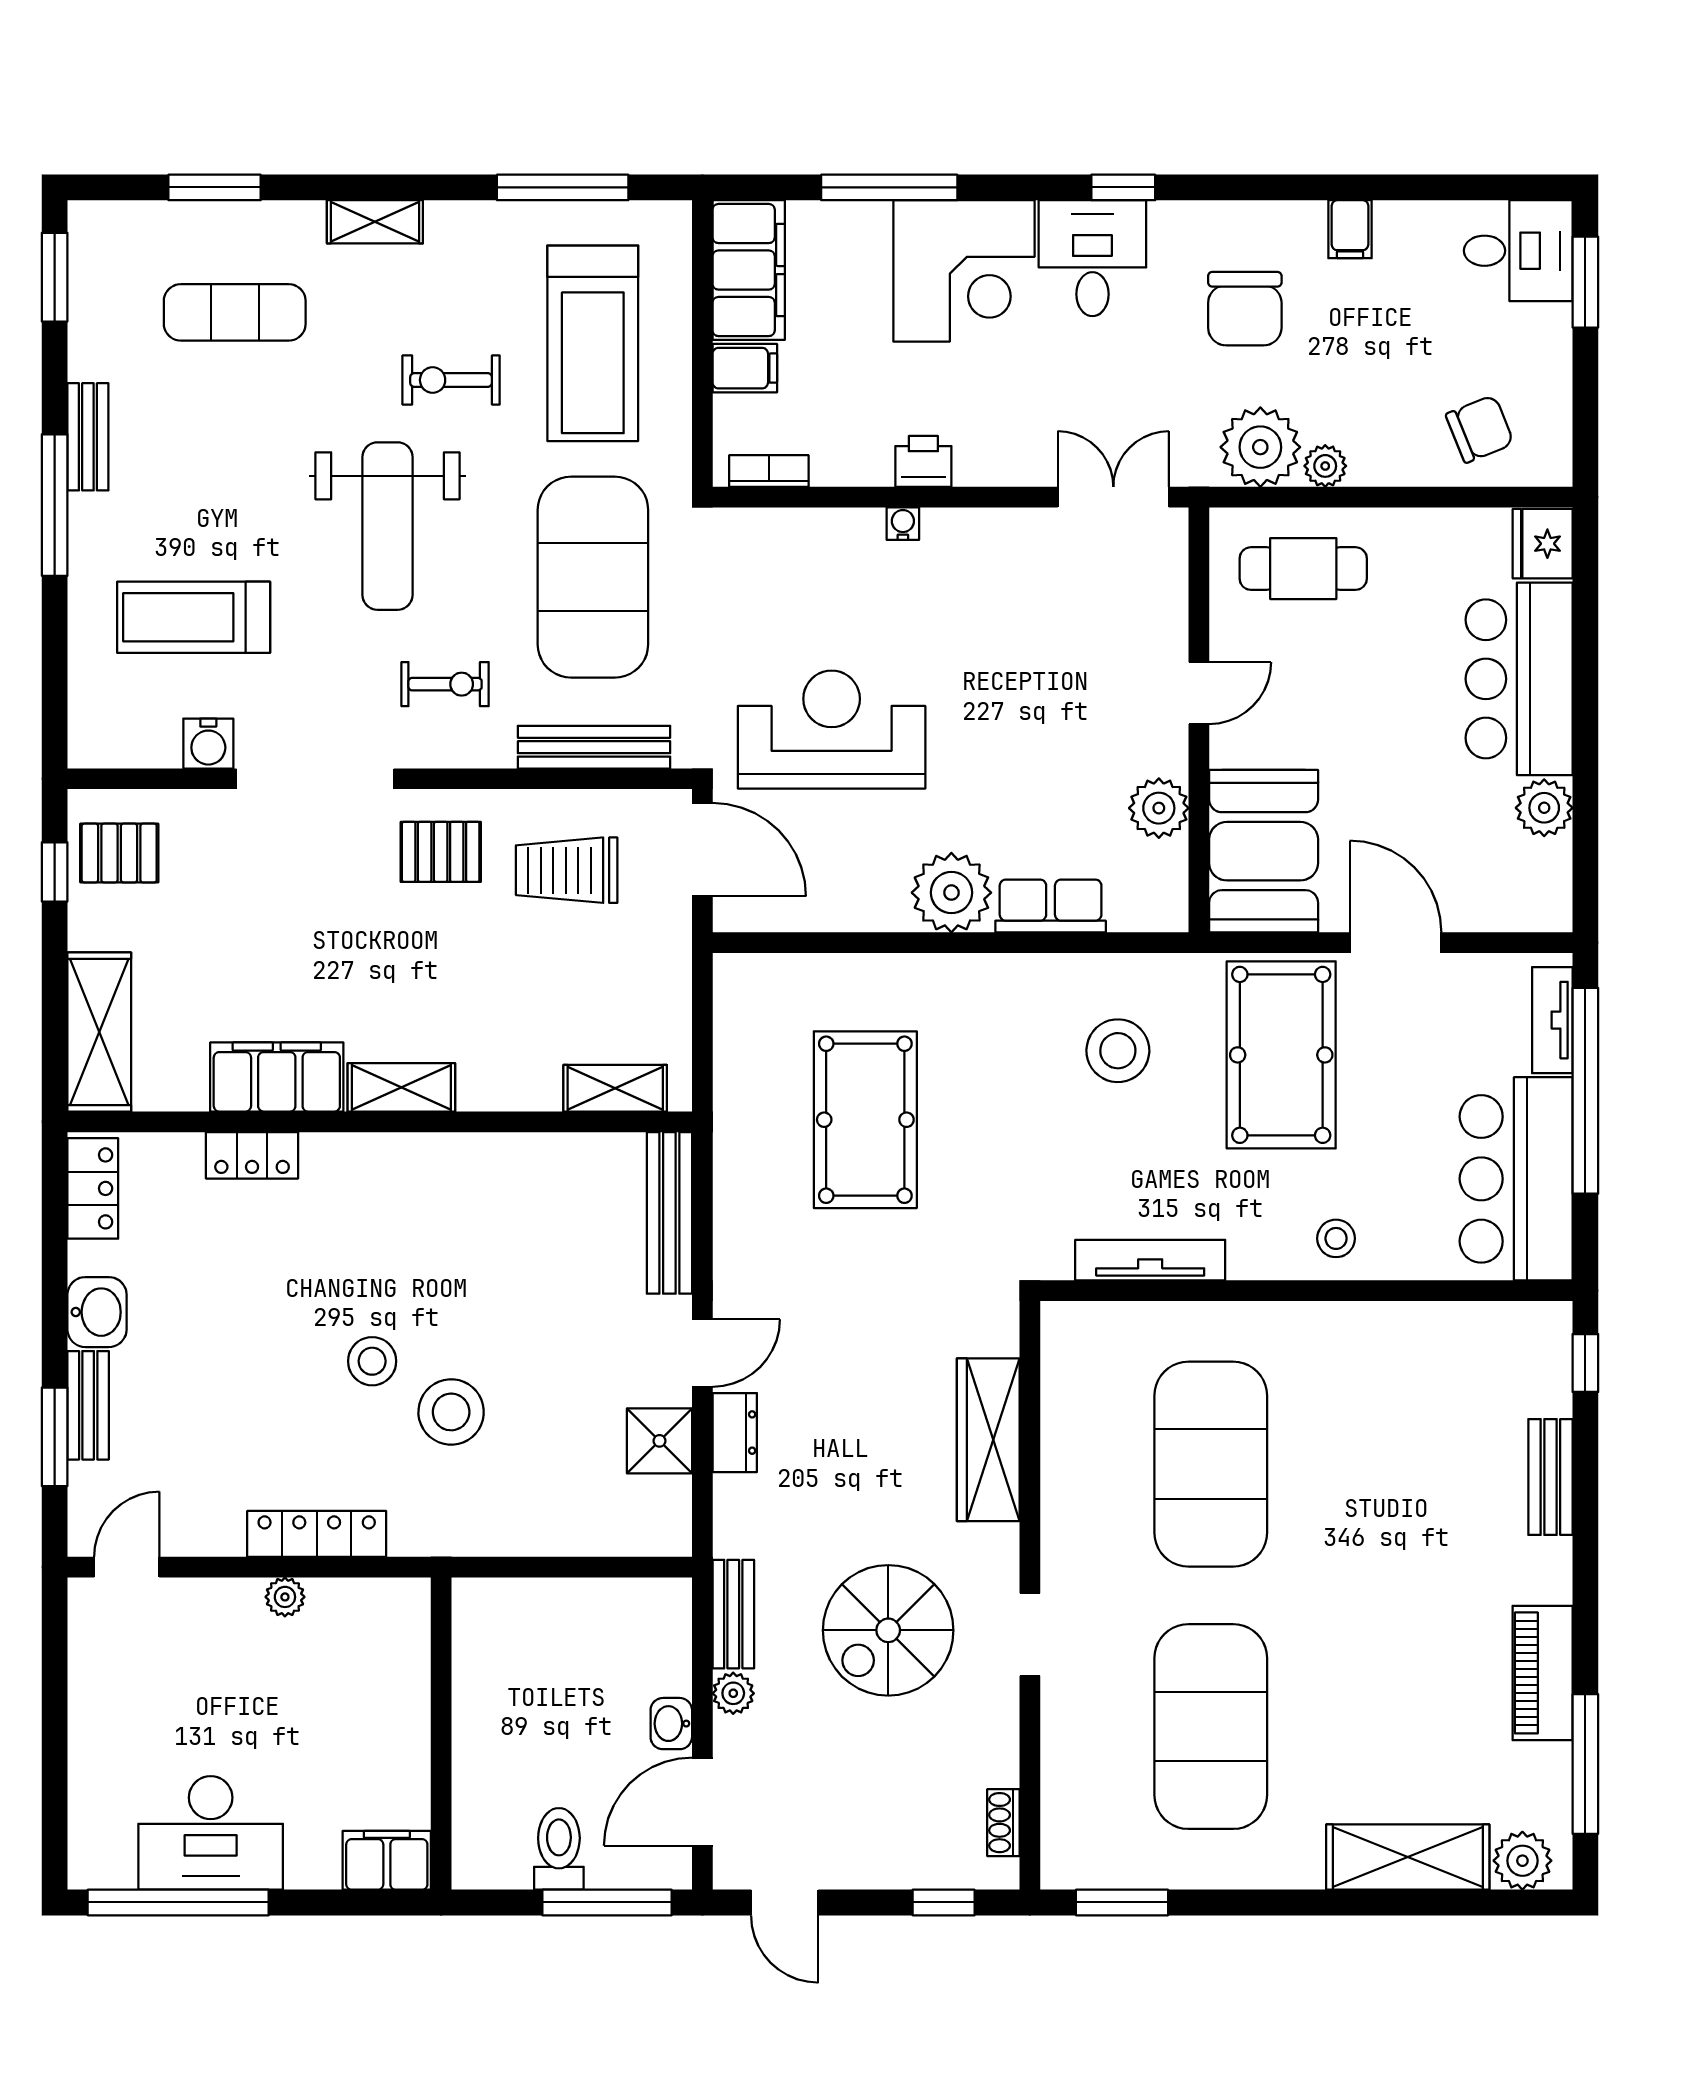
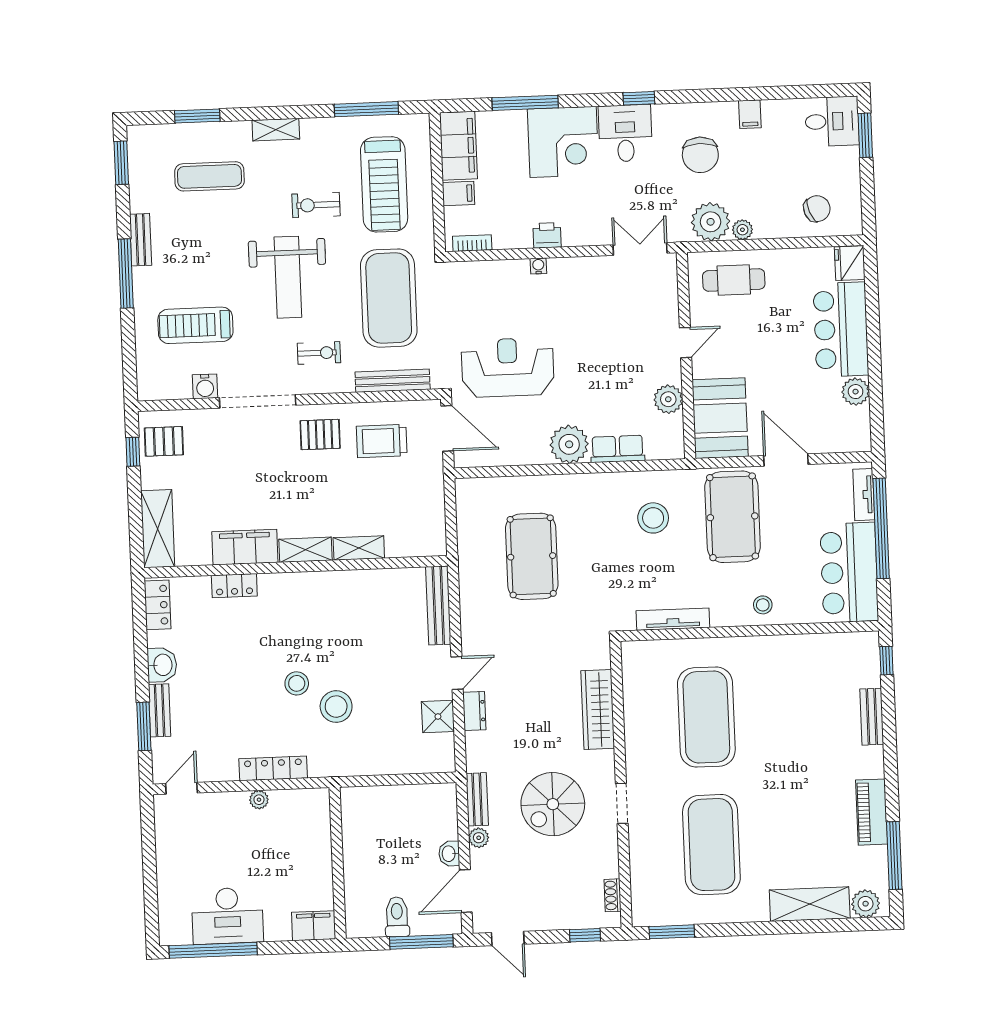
shelving: (615, 1088) -> (359, 548), moved

